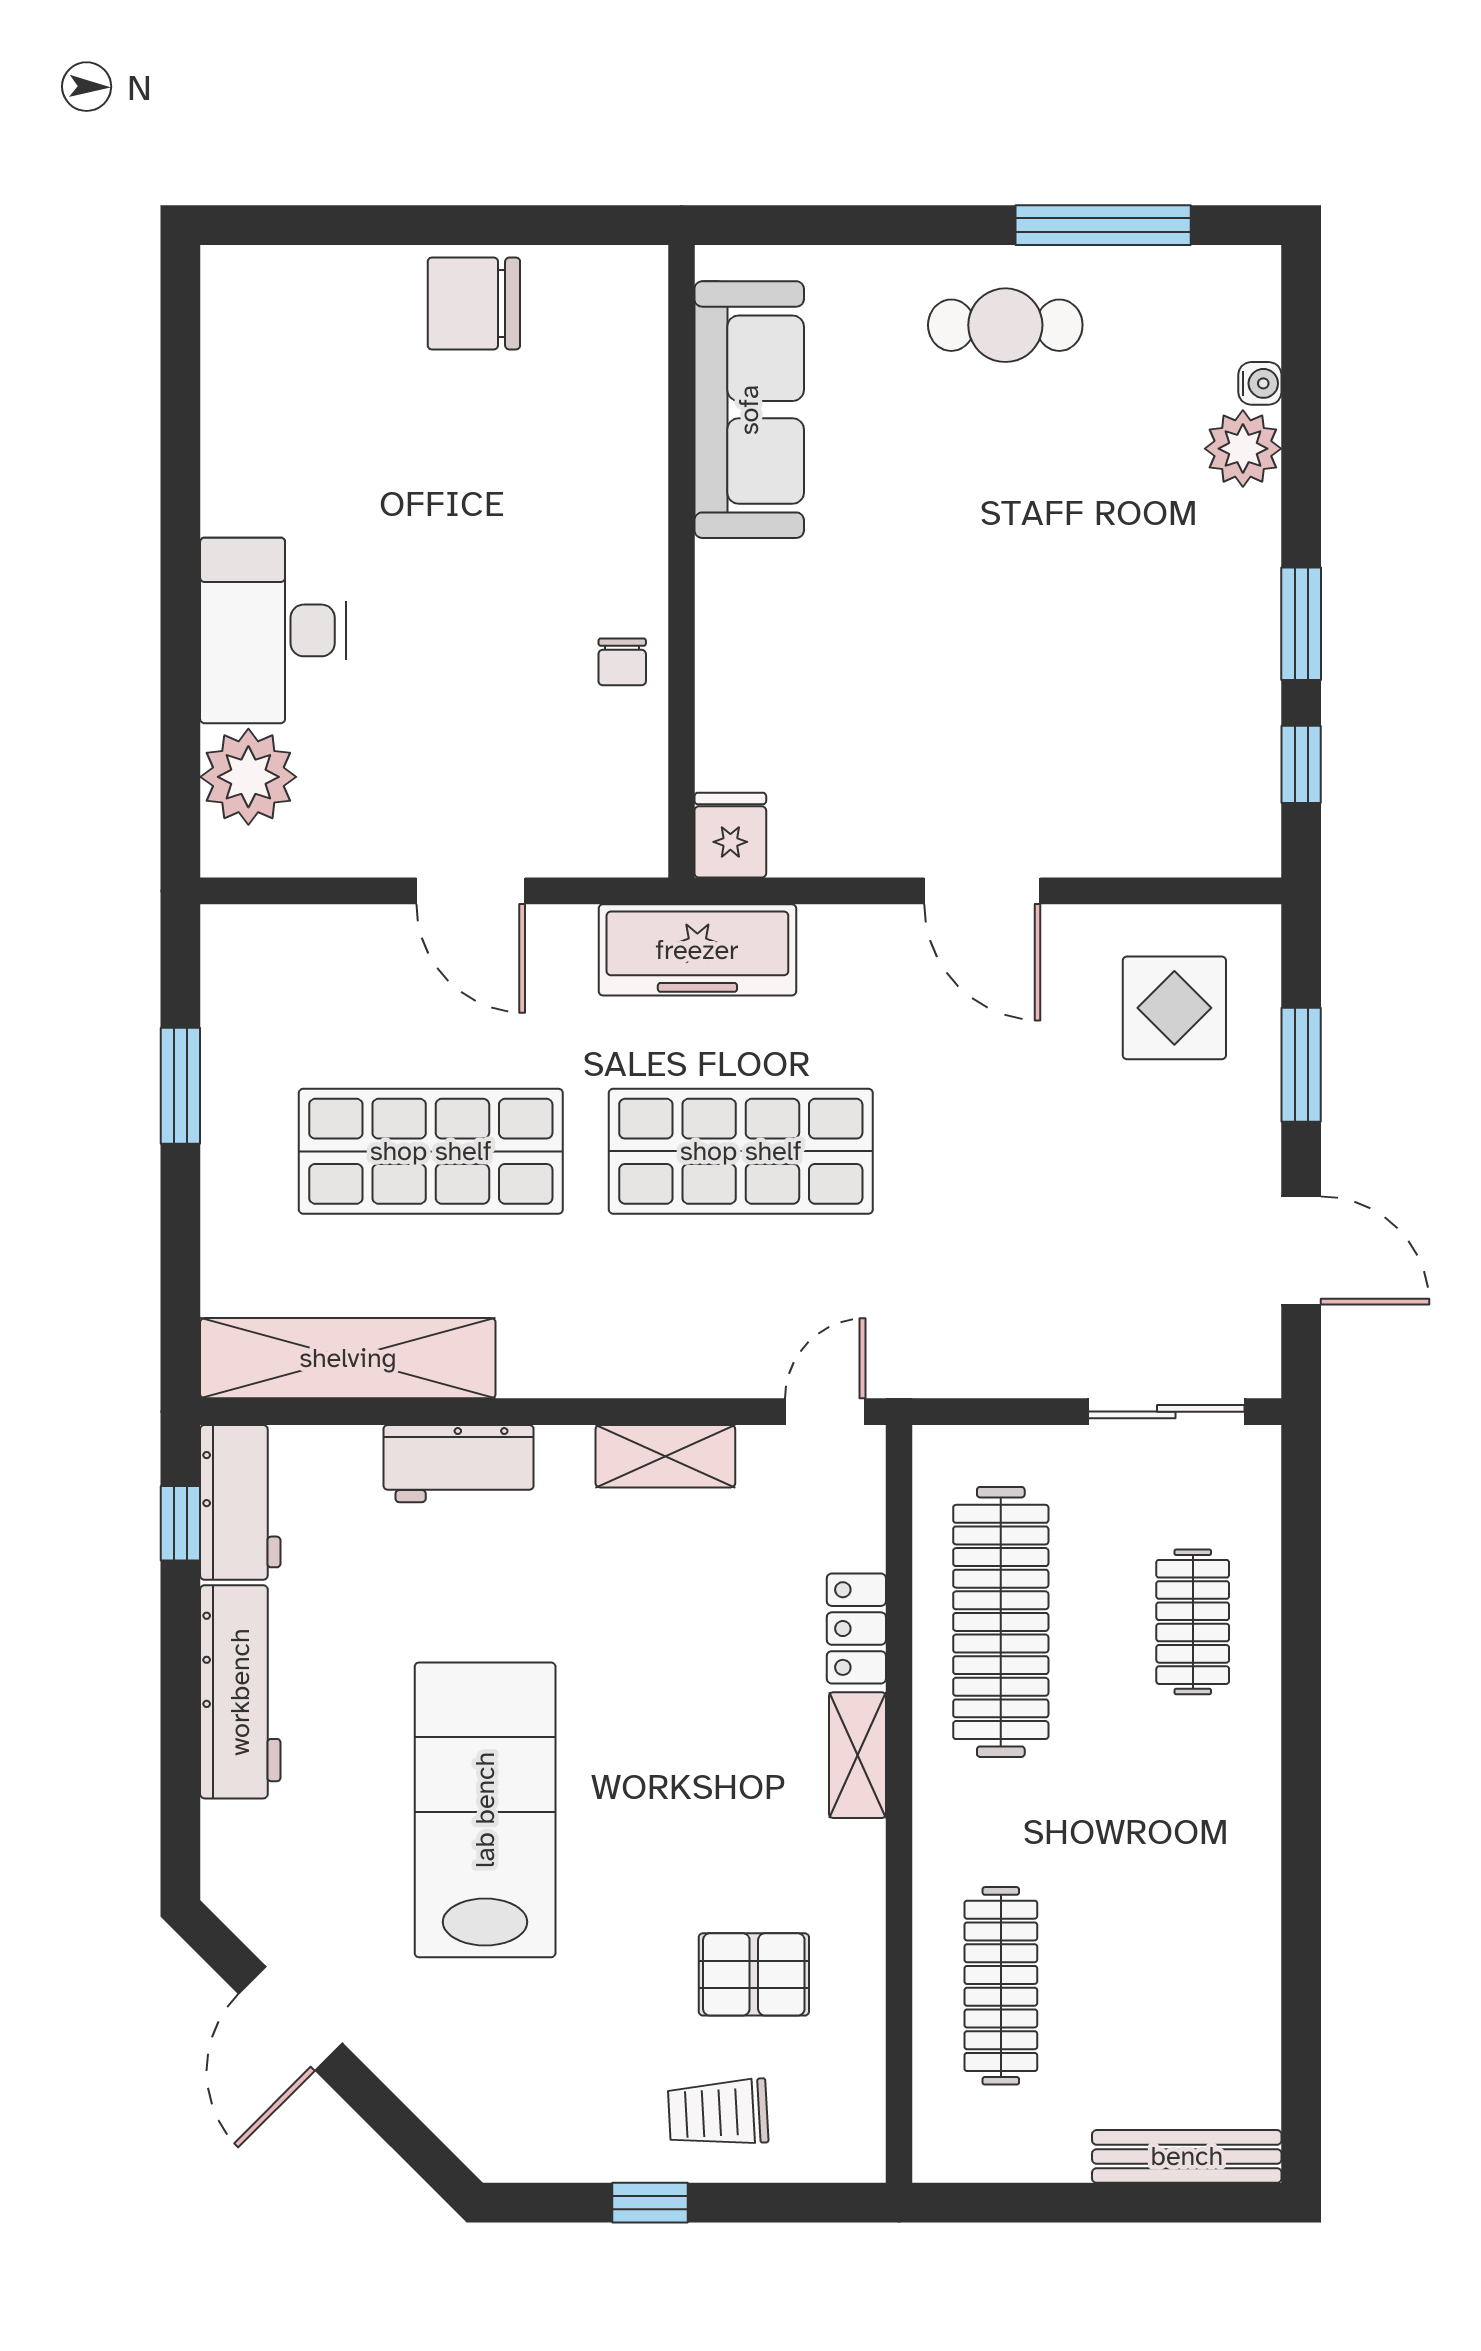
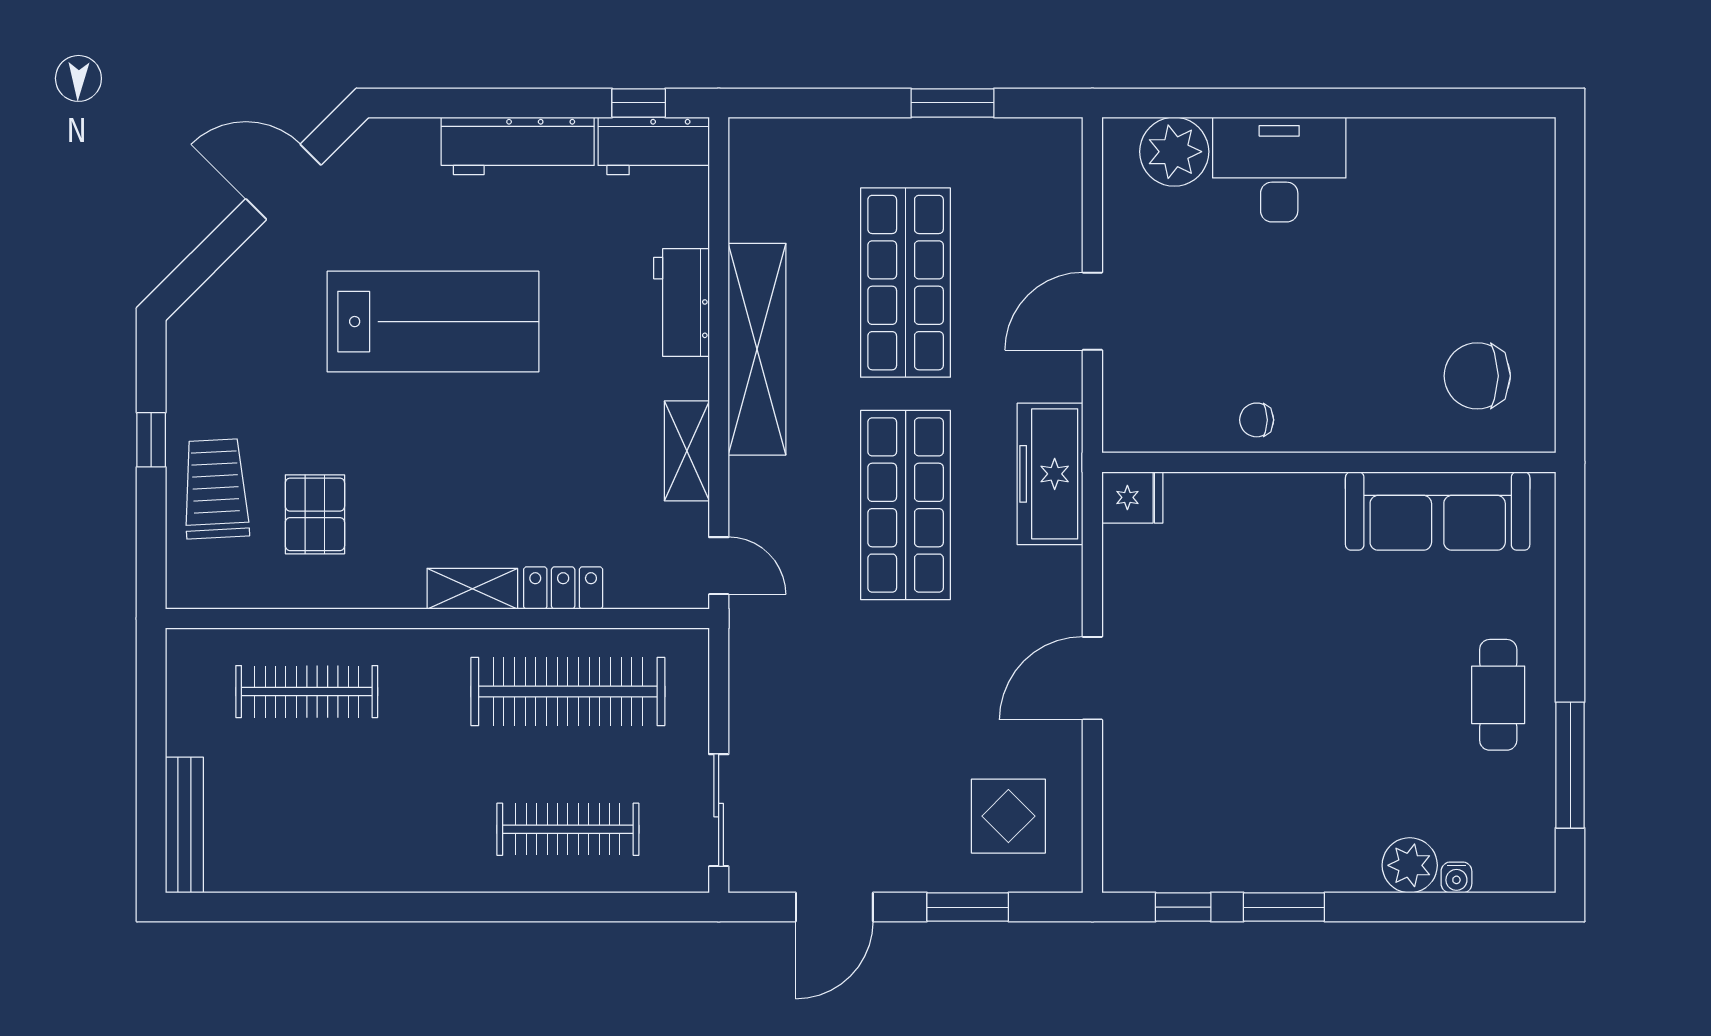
chair: (474, 304) -> (1477, 376), moved, turned -90
shelving: (348, 1358) -> (757, 349), moved
clothes rail: (1193, 1622) -> (568, 829), width x1.36
trolley: (718, 2113) -> (216, 489), width x1.36, depth x1.39

